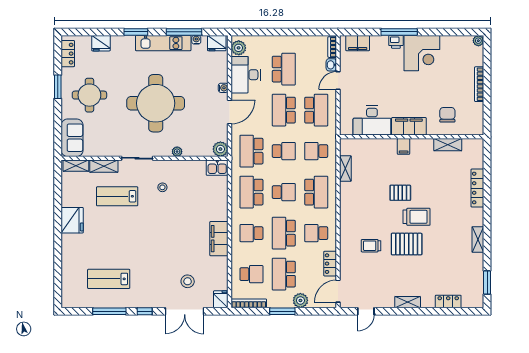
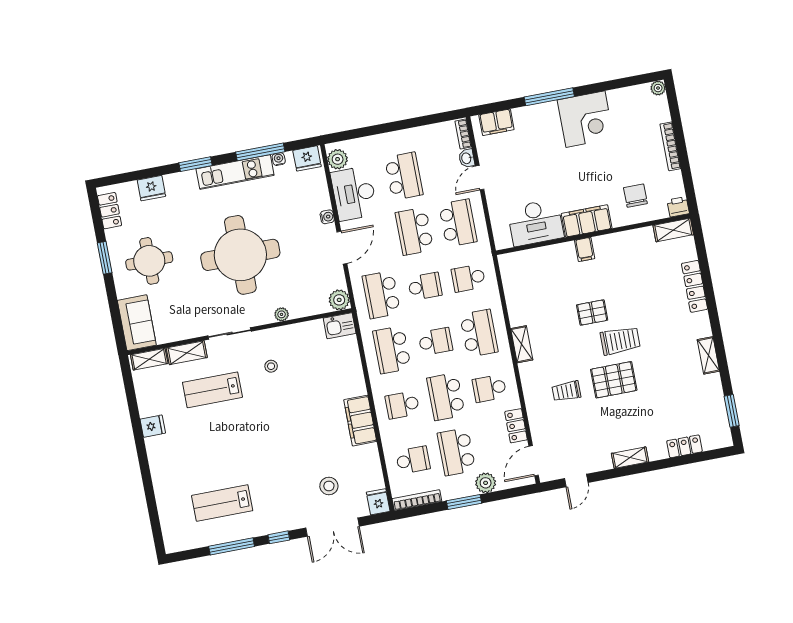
printer: (396, 42) -> (678, 207), moved, turned 180
shelving: (448, 145) -> (673, 230), moved
shelving: (345, 169) -> (522, 344), moved
fridge: (72, 220) -> (153, 426), width x0.53, depth x0.75

